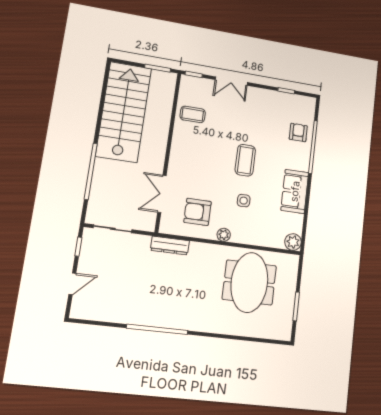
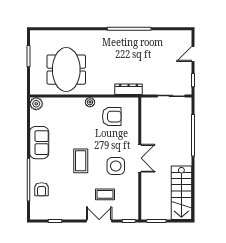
stairs: (124, 112) -> (181, 193), width x0.73, depth x0.66
coffee table: (193, 114) -> (105, 194), moved
double door: (162, 194) -> (140, 158), moved
side table: (244, 201) -> (116, 166), moved, width x1.87, depth x1.87

